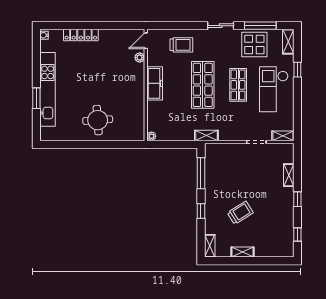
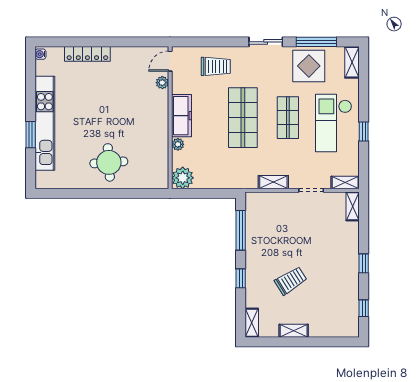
window: (297, 70) -> (364, 132), moved
plant: (152, 106) -> (178, 144), added
plant: (151, 136) -> (183, 178), width x1.87, depth x1.87
shelving: (206, 136) -> (273, 182), moved
shelving: (289, 175) -> (353, 206), moved

